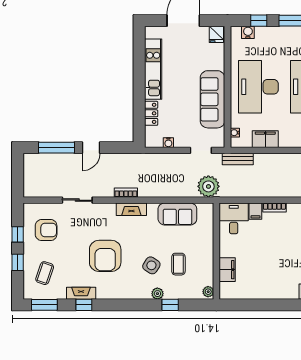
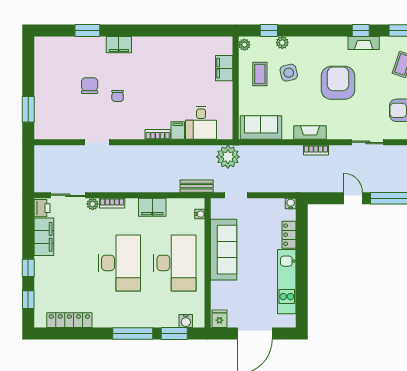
window: (259, 21) -> (174, 334), width x1.50
filing cabinet: (265, 139) -> (152, 207), moved
water cooler: (168, 143) -> (291, 204), moved
door: (91, 148) -> (353, 198), hinge flipped
wall: (216, 251) -> (236, 88), moved
side table: (151, 265) -> (289, 73), turned 45
filing cabinet: (227, 270) -> (224, 68), moved
plant: (208, 292) -> (244, 45), moved

